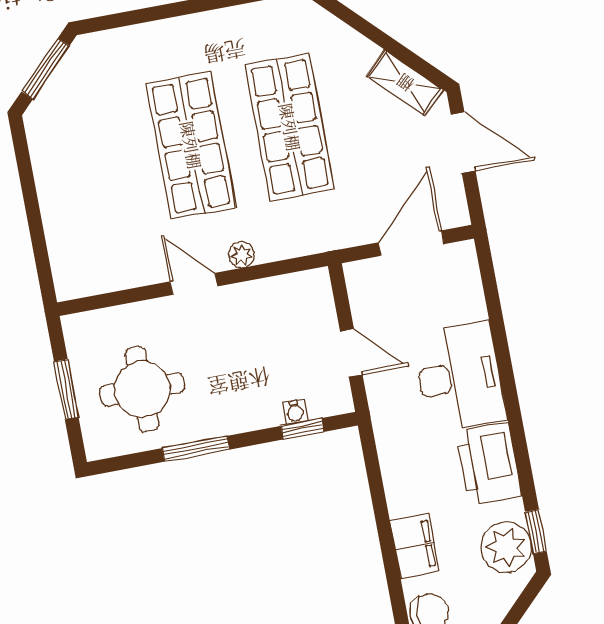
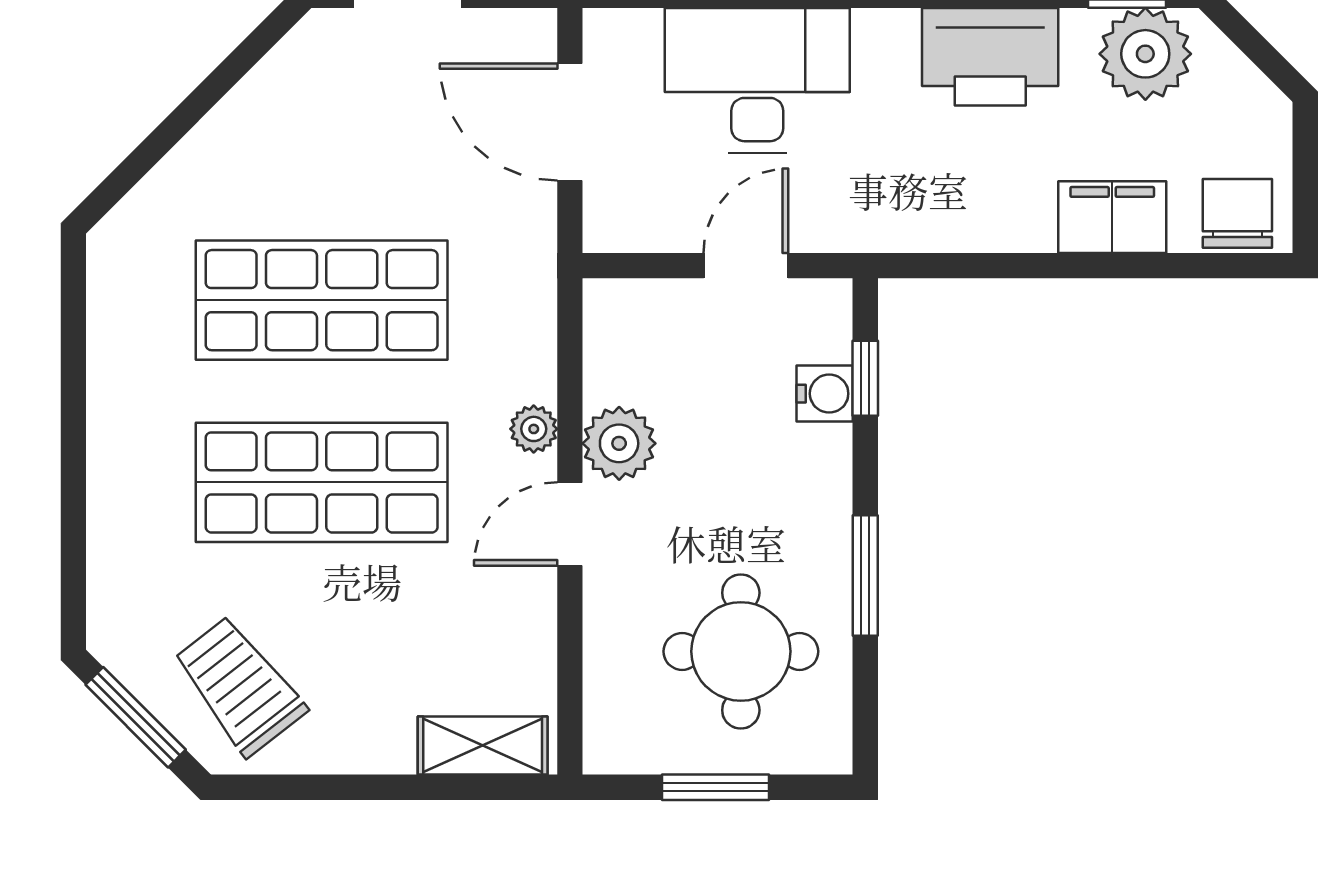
shelving: (405, 83) -> (483, 746), moved, turned 45
trolley: (73, 122) -> (240, 686), added
plant: (242, 302) -> (619, 443), added
desk: (459, 377) -> (757, 80), moved
water cooler: (295, 412) -> (825, 394), width x1.38, depth x1.38

